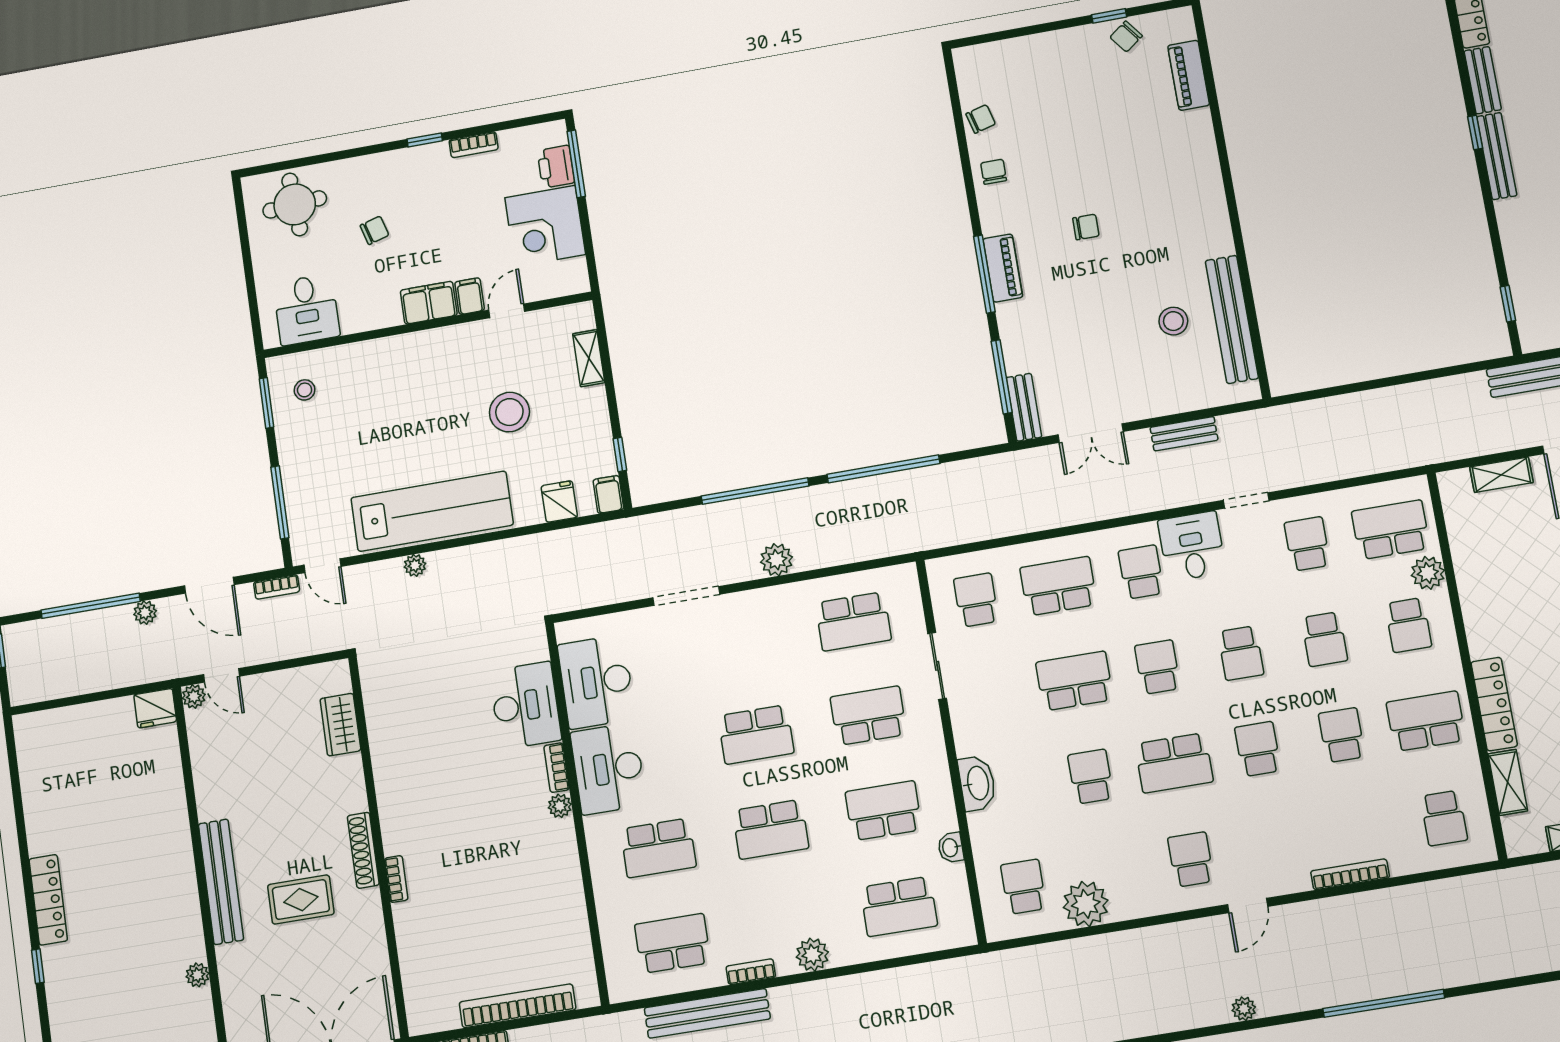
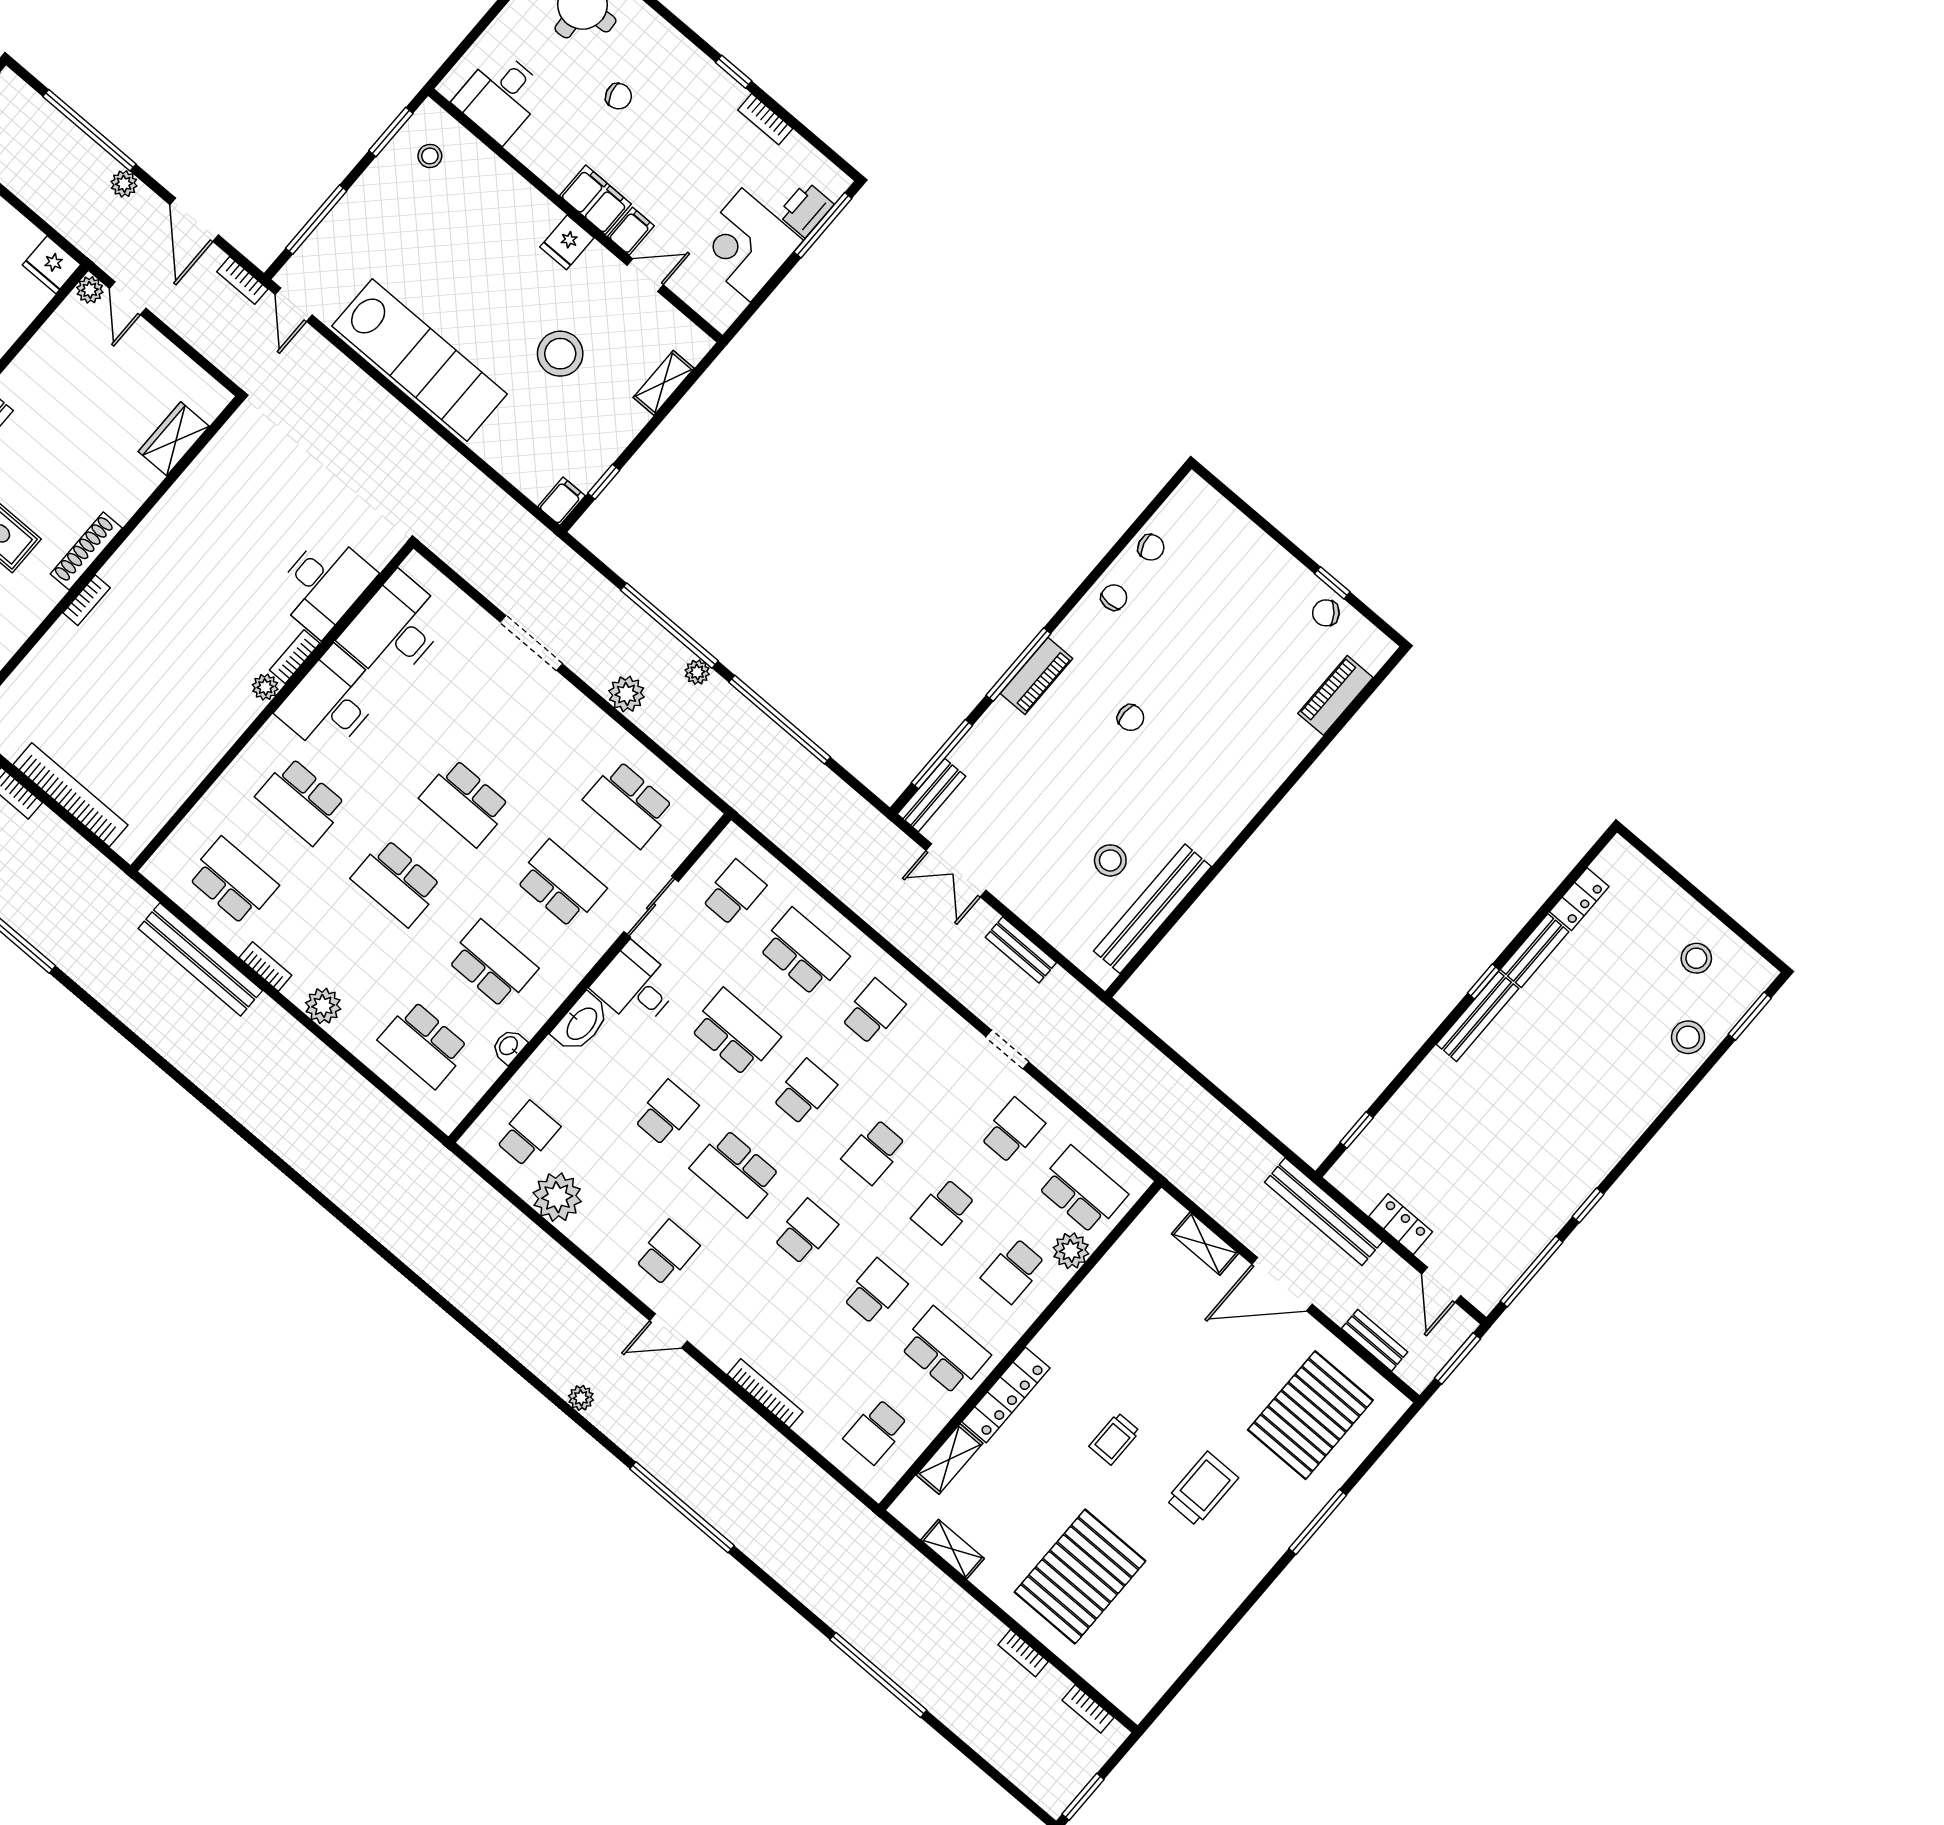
fridge: (559, 502) -> (567, 242), moved, turned 180
desk: (1192, 546) -> (636, 986), moved, turned -90
plant: (415, 565) -> (697, 672), moved

